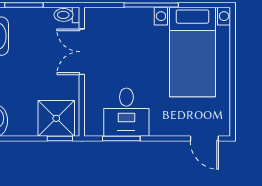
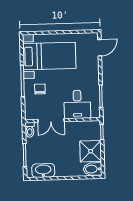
chair: (136, 34) -> (40, 89), added
desk: (126, 112) -> (77, 104), moved, turned 90
shower: (56, 118) -> (91, 151), moved

